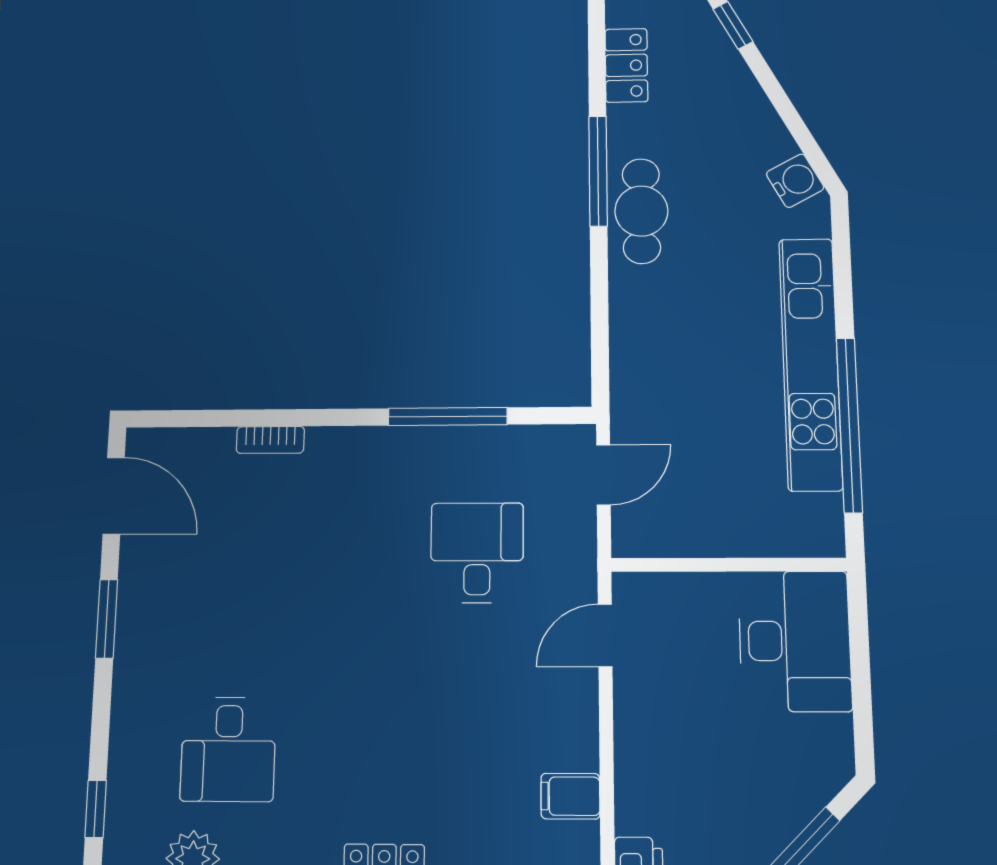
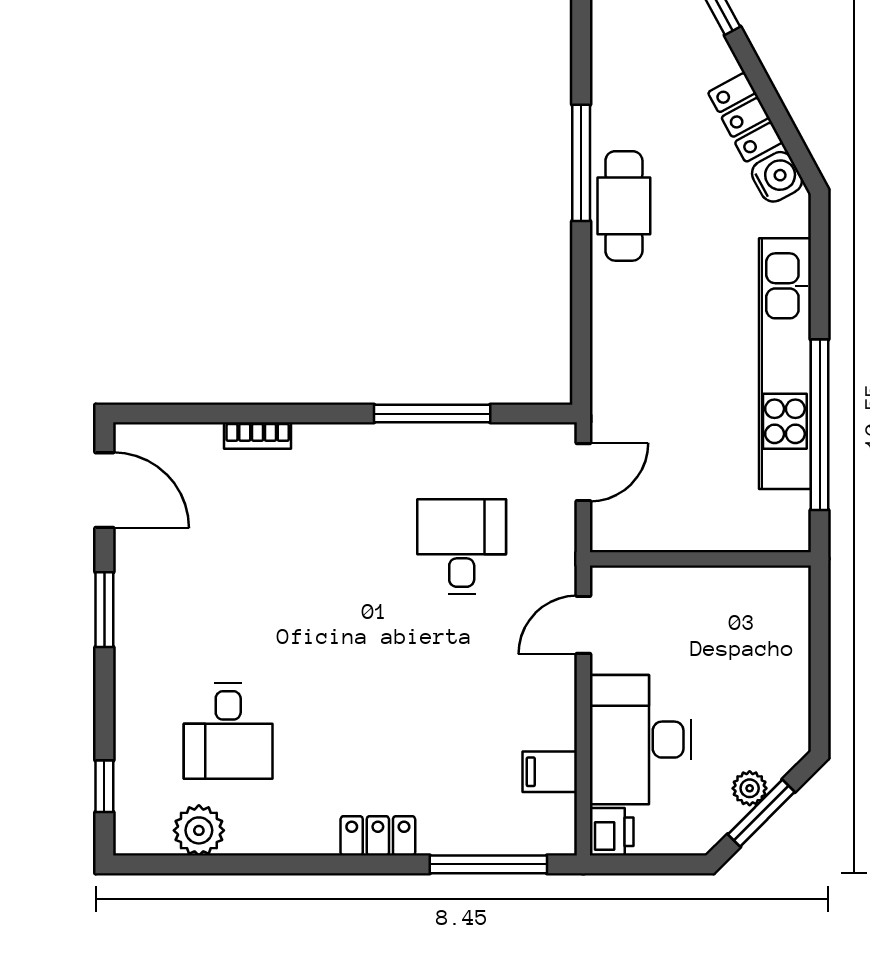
locker: (626, 65) -> (745, 117), moved, turned 152
desk: (795, 641) -> (641, 740), moved, turned 180
plant: (790, 816) -> (750, 788), added

